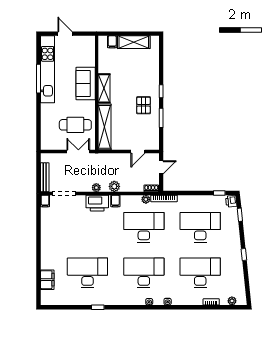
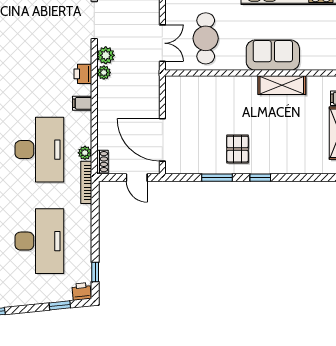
shelving: (104, 88) -> (282, 85), moved
pallet: (144, 105) -> (237, 149), turned 90
shelving: (105, 127) -> (202, 86), removed
door: (138, 152) -> (162, 140), width x1.87
plant: (114, 186) -> (106, 55), moved
printer: (97, 203) -> (83, 74), width x0.53, depth x0.68

